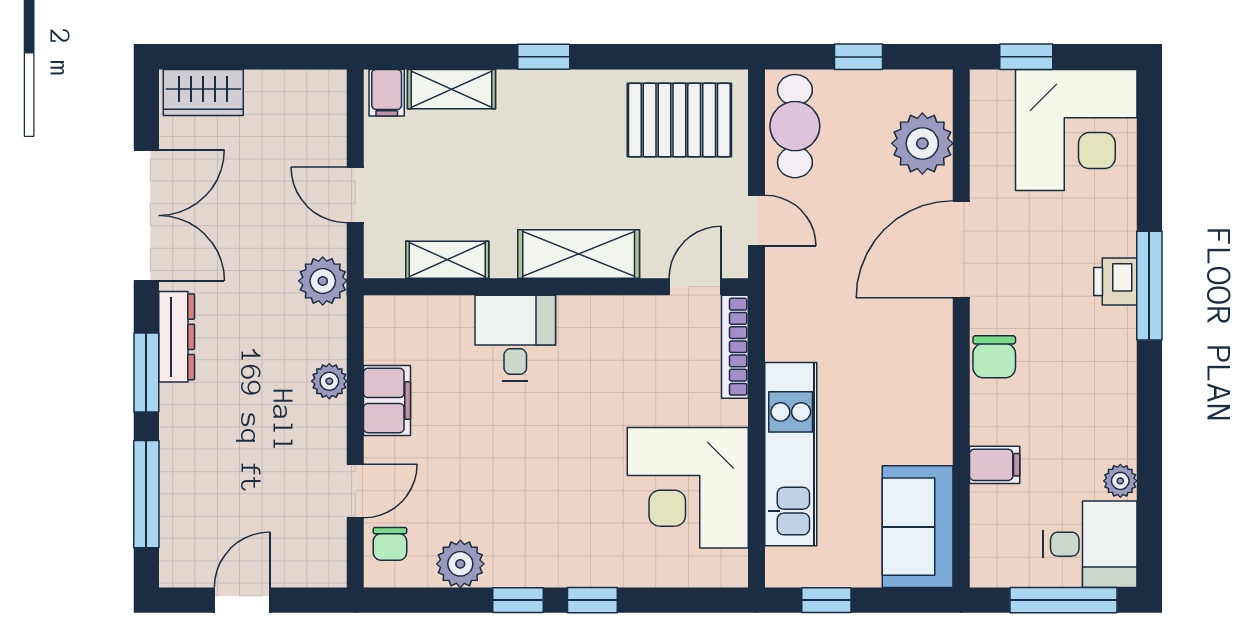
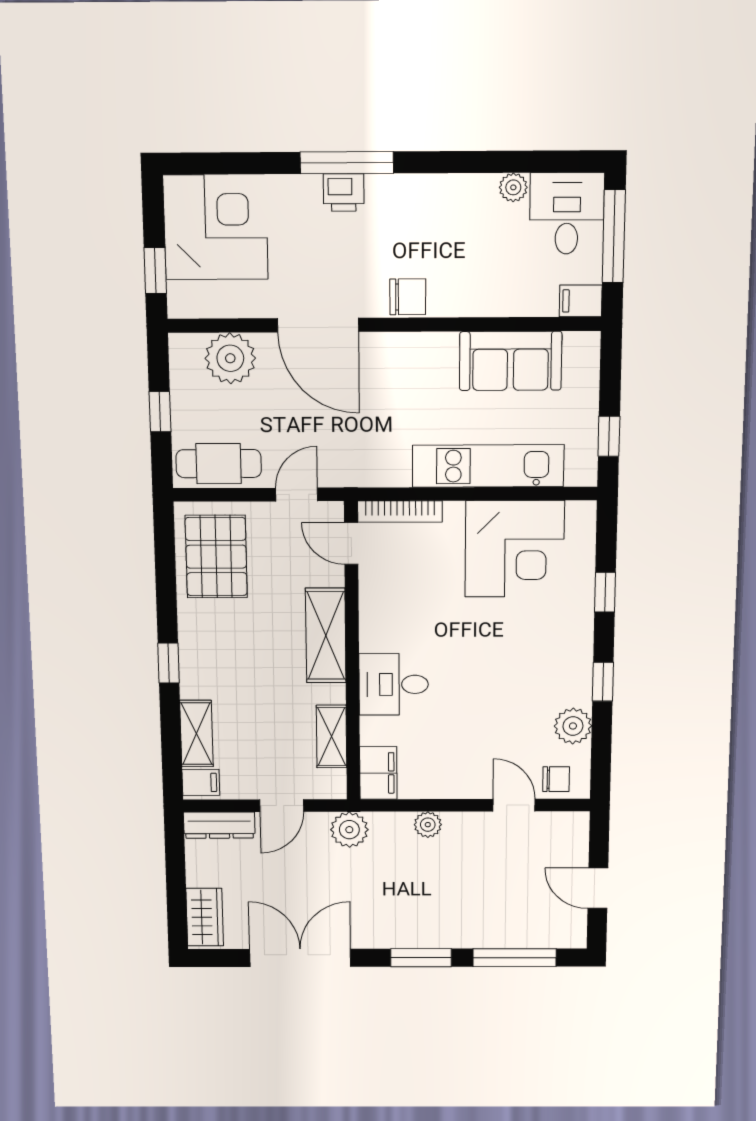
dresser: (177, 337) -> (219, 825), moved, turned 180
filing cabinet: (387, 400) -> (378, 773), moved, turned 90
filing cabinet: (995, 465) -> (581, 301), moved, turned -90
sofa: (918, 527) -> (511, 361), moved
window: (592, 600) -> (605, 592), moved

